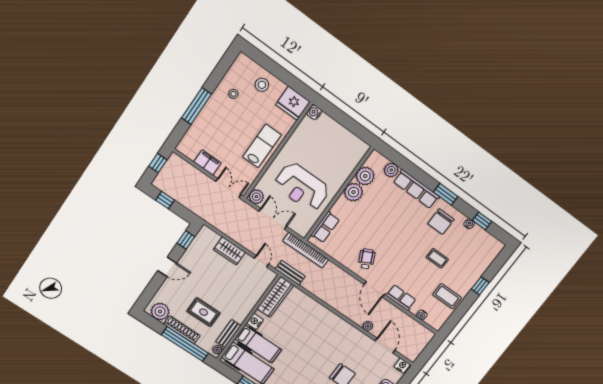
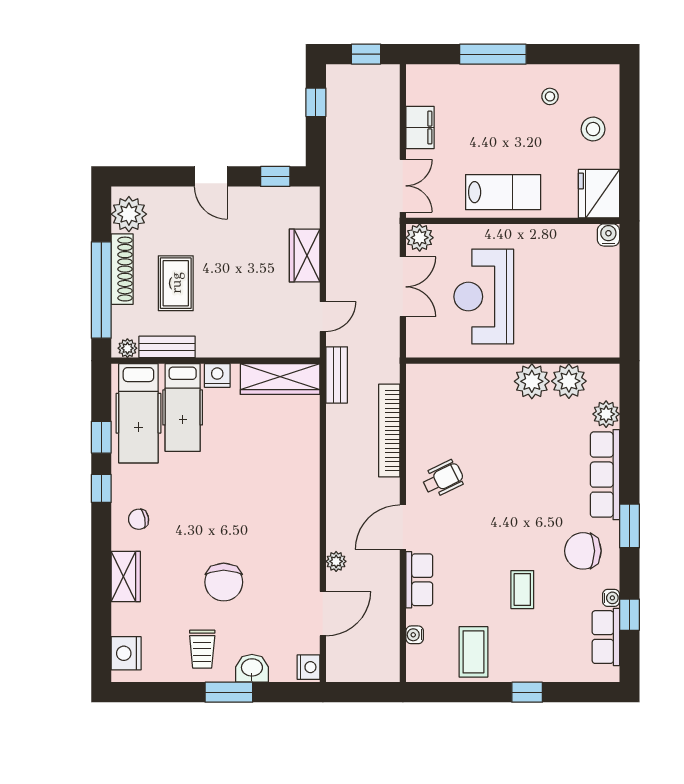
row of seats: (325, 227) -> (606, 637), moved, turned 90
bookcase: (306, 250) -> (389, 431), moved

